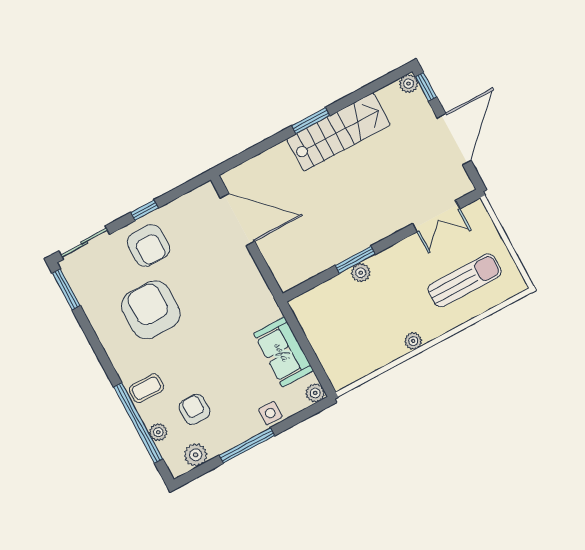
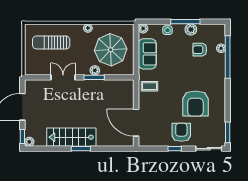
double door: (436, 216) -> (63, 77), moved
parasol: (352, 324) -> (111, 50), added
coffee table: (146, 388) -> (149, 86), moved
armchair: (195, 409) -> (200, 50), turned 90
plant: (196, 455) -> (191, 30), moved

